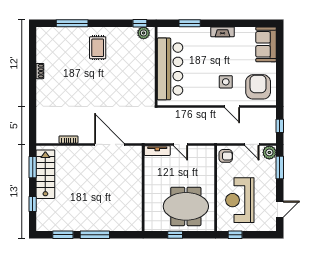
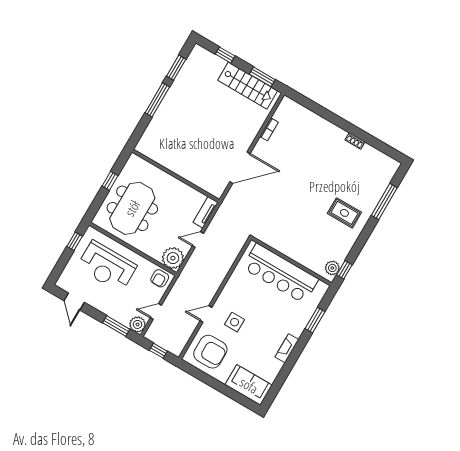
plant: (205, 155) -> (173, 258), added
reception desk: (240, 200) -> (107, 266), turned 180

